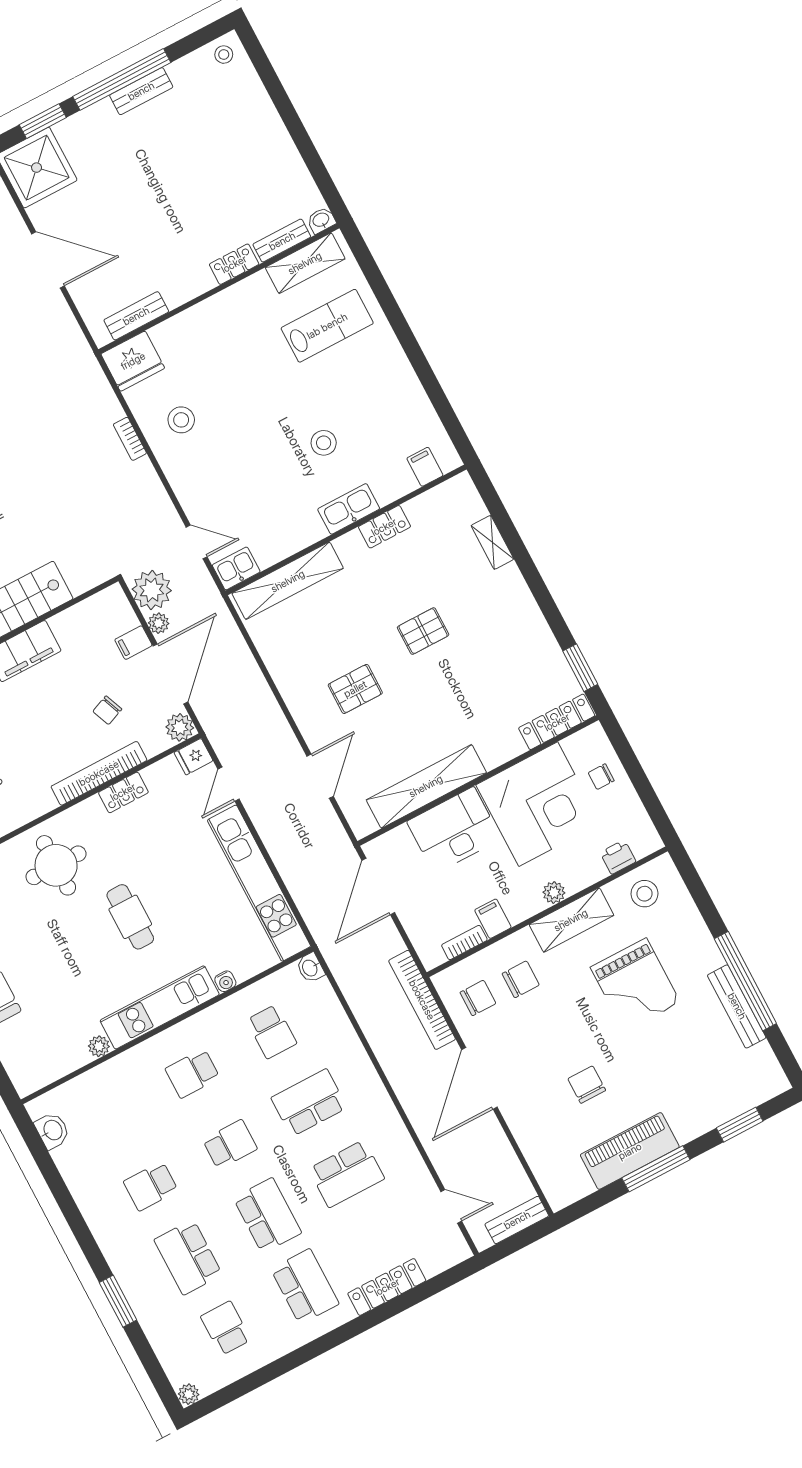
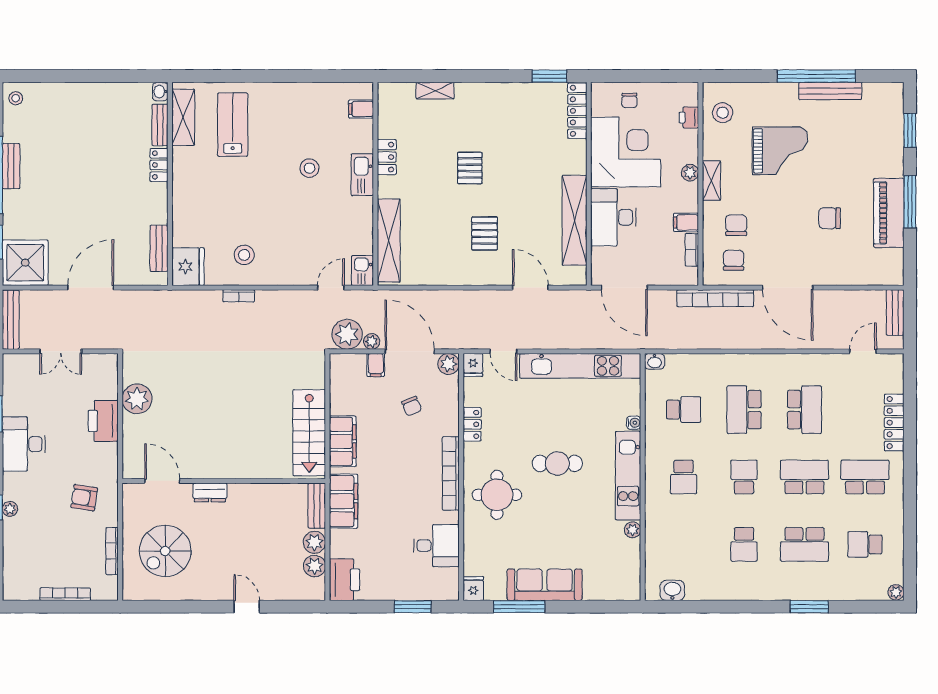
bookcase: (99, 773) -> (451, 474), moved
shelving: (571, 920) -> (711, 181), width x0.67, depth x0.75

